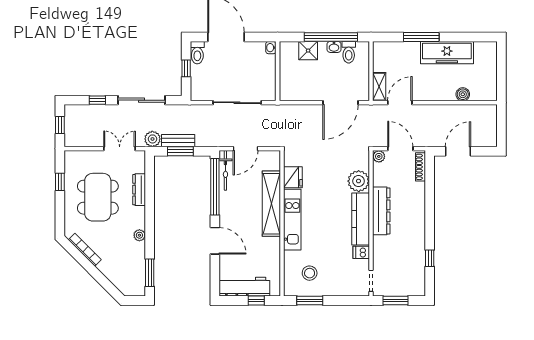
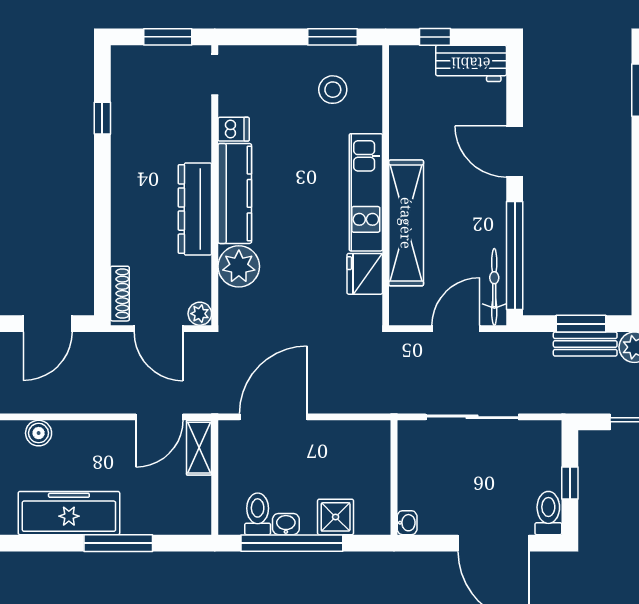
workbench: (244, 287) -> (471, 63), width x0.73

